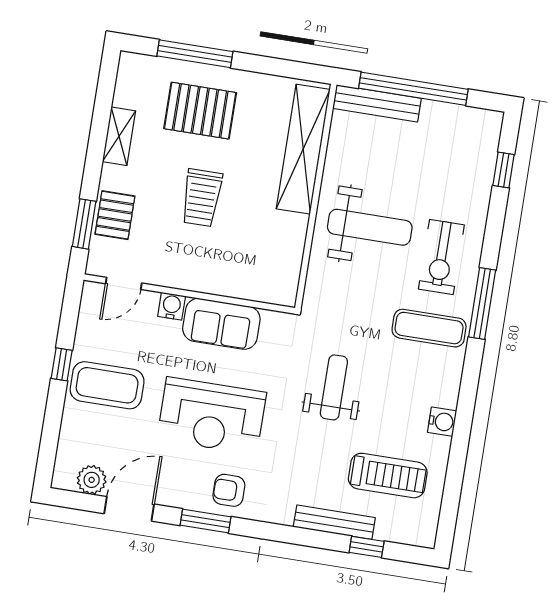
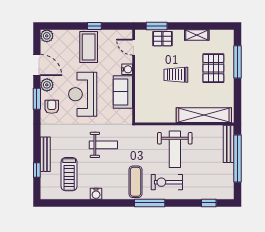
plant: (92, 480) -> (47, 36), moved
plant: (178, 493) -> (47, 85), added

